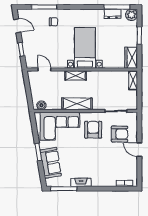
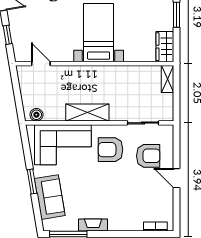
shelving: (76, 75) -> (85, 72), removed
armchair: (93, 130) -> (110, 150), turned -90

